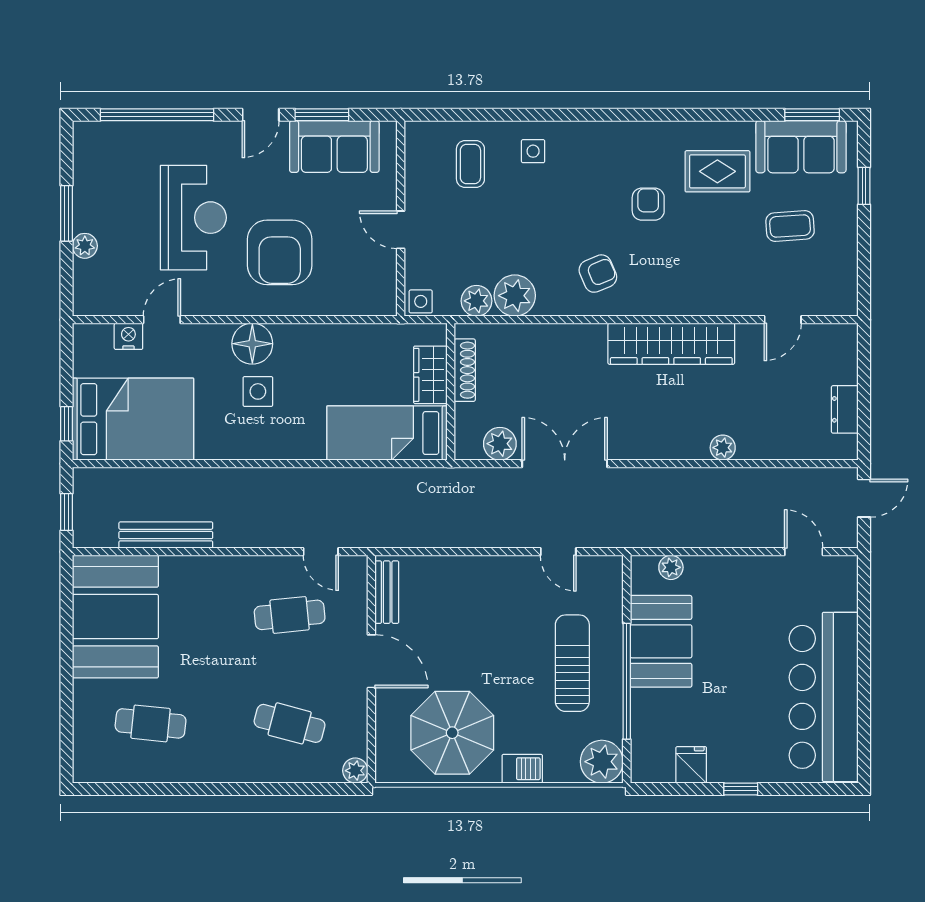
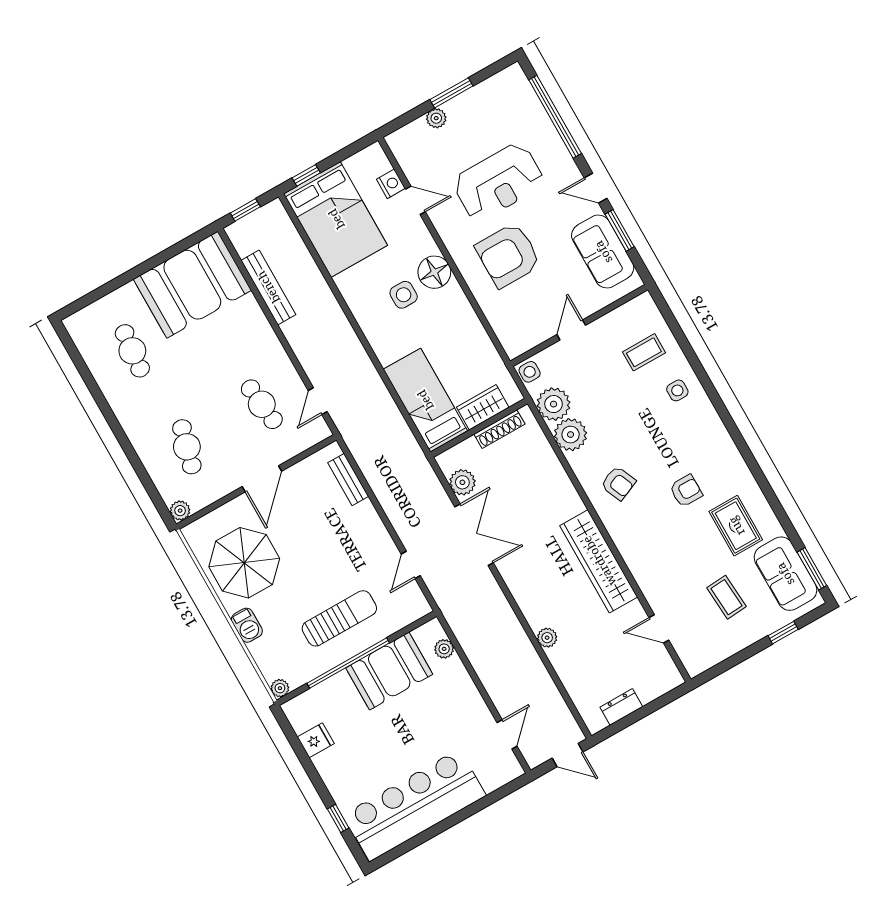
plant: (476, 301) -> (554, 404), width x1.36, depth x1.36
bench: (387, 592) -> (348, 480), moved, turned 90
plant: (602, 762) -> (280, 688), width x0.53, depth x0.53
window: (741, 789) -> (338, 818), moved

